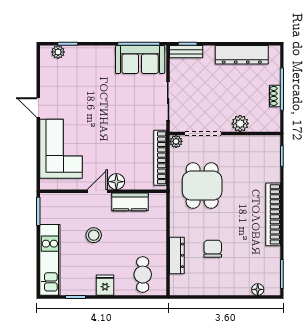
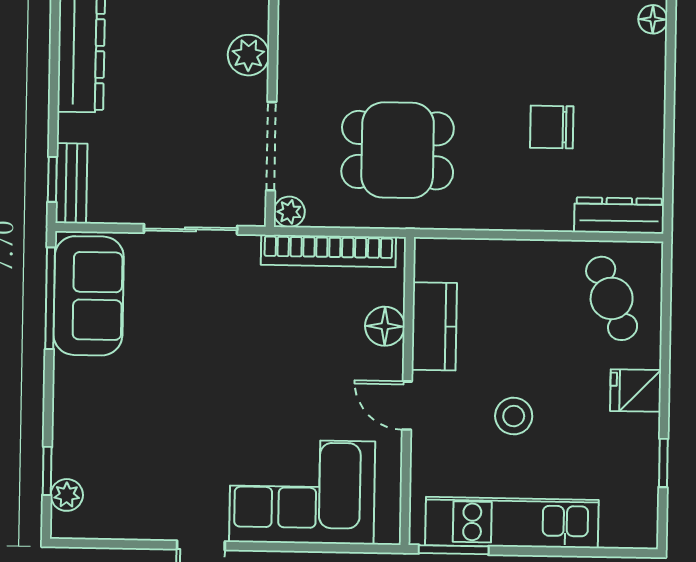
floor lamp: (116, 182) -> (385, 326), moved
dresser: (177, 255) -> (619, 215), moved
kitchen unit: (50, 260) -> (512, 523), moved
cafe table: (143, 275) -> (612, 298), turned 68

